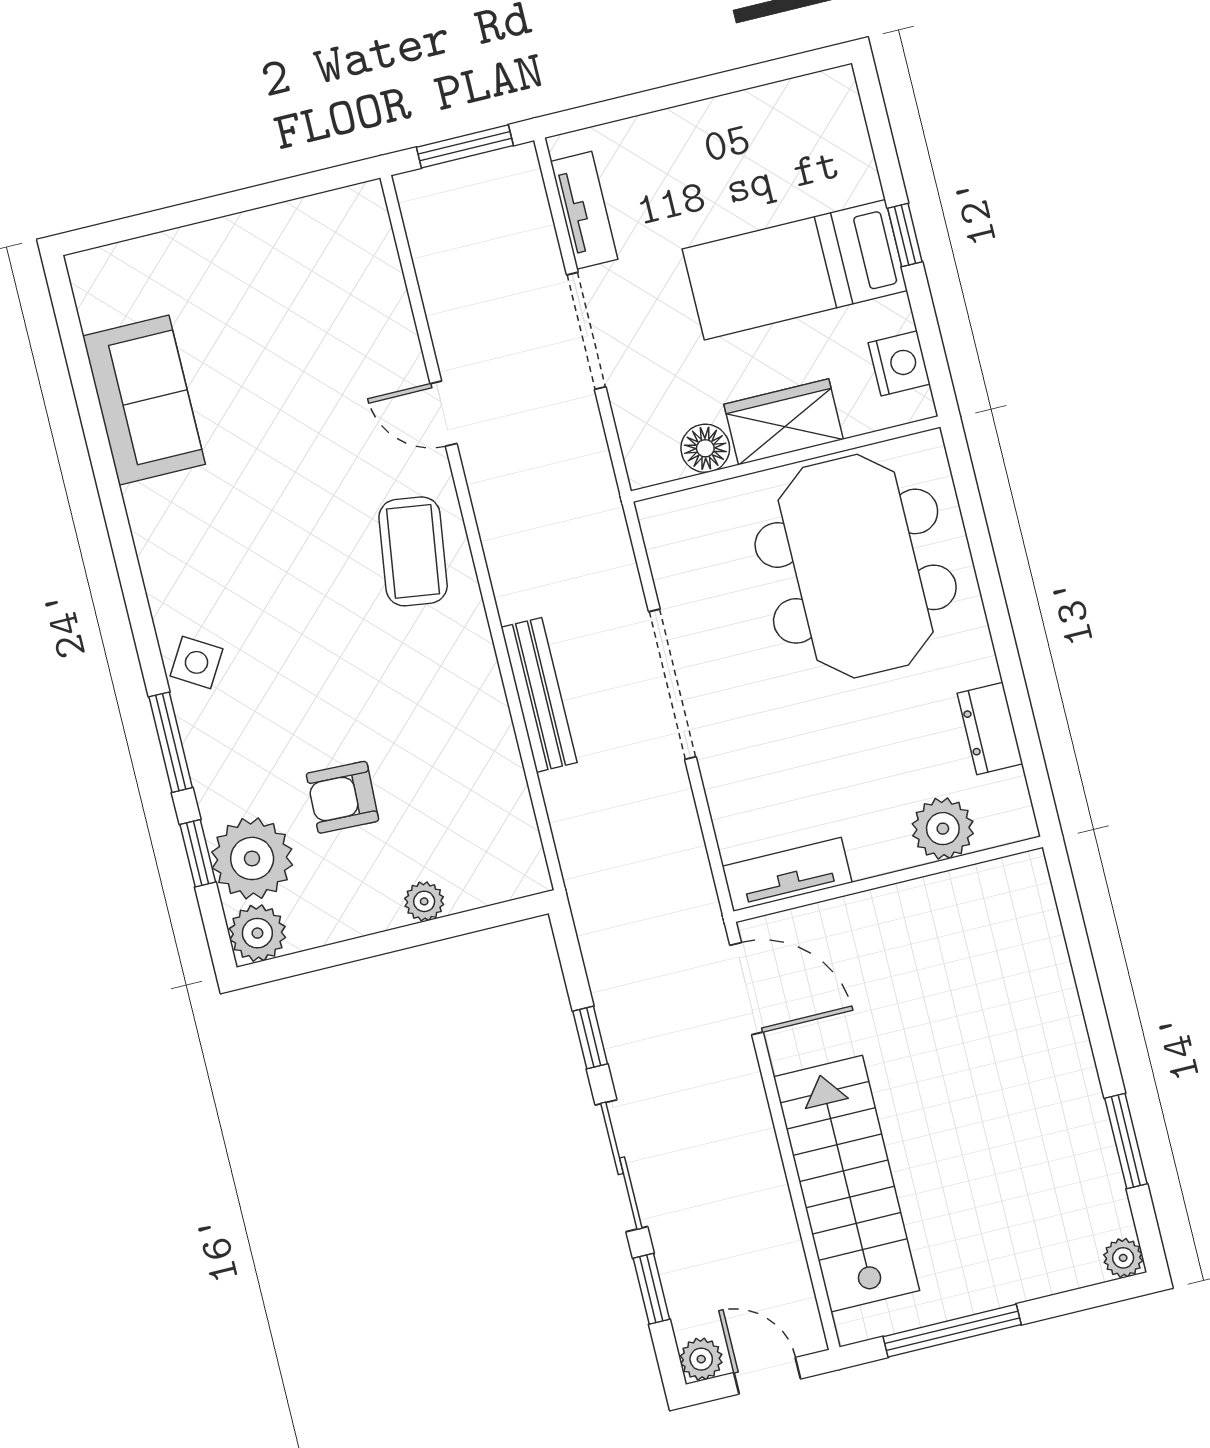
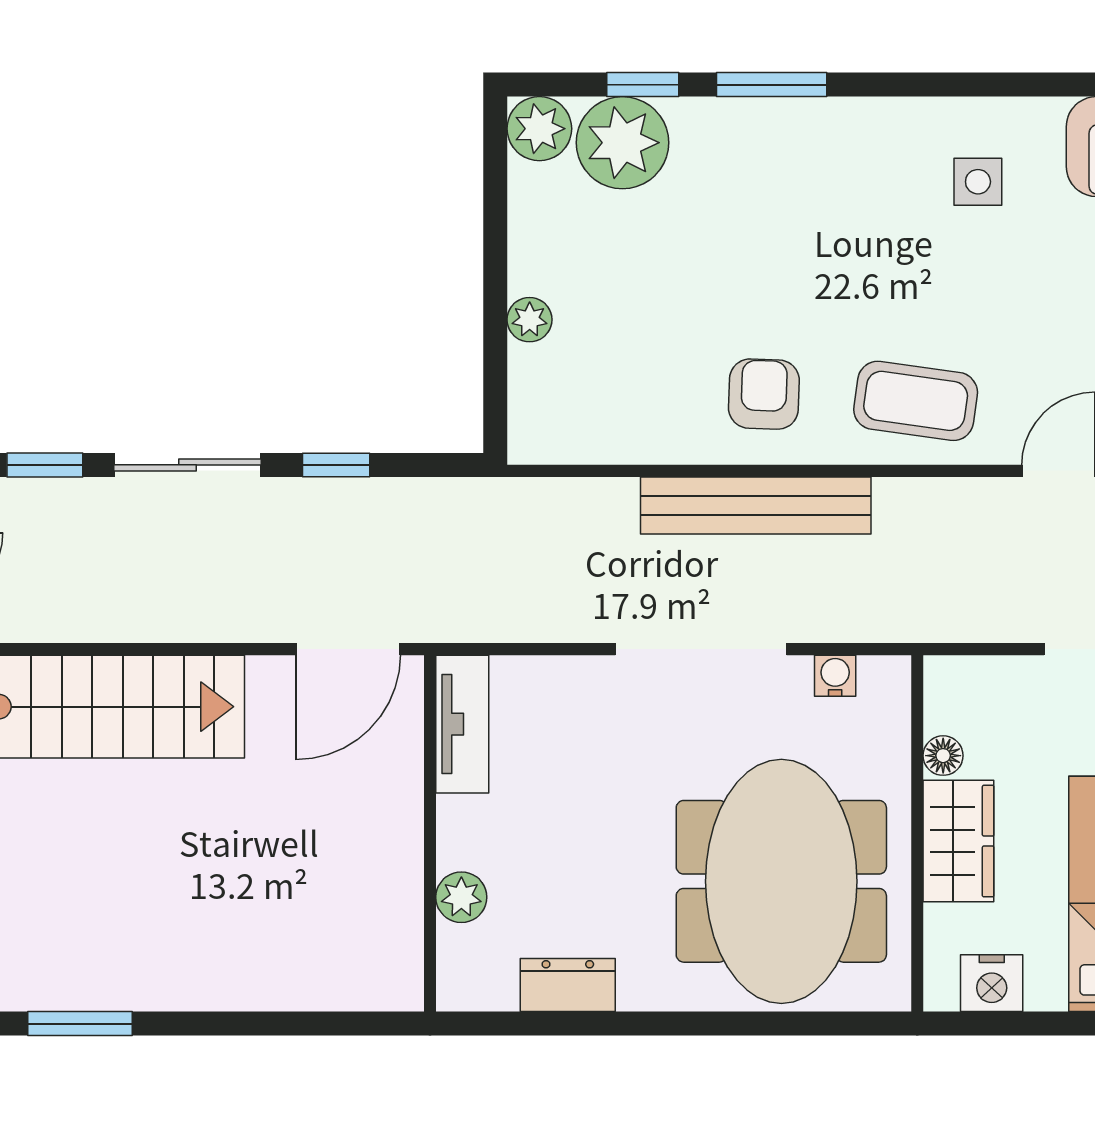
floor lamp: (705, 448) -> (943, 756), width x0.73, depth x0.73
water cooler: (667, 563) -> (835, 676), added
meeting table: (856, 566) -> (781, 881), turned 90
side table: (197, 662) -> (978, 182), moved, turned -31
bench: (539, 695) -> (756, 505), width x1.37, depth x1.21
armchair: (342, 797) -> (764, 394), moved
plant: (943, 829) -> (461, 897), width x0.73, depth x0.73

